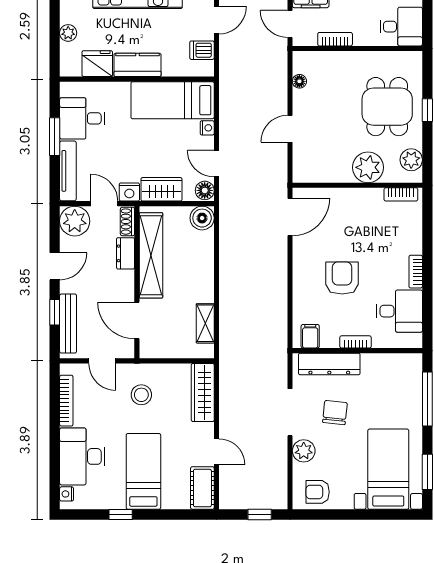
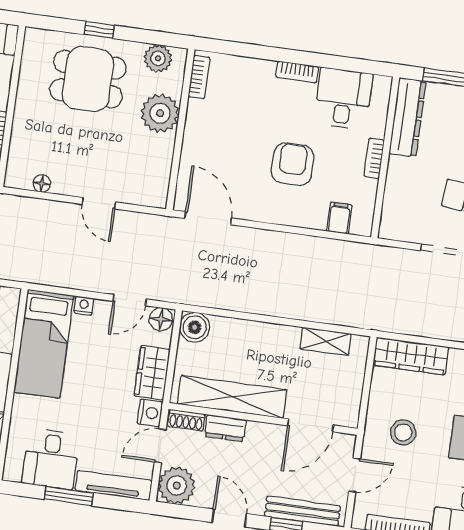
armchair: (342, 278) -> (293, 164), turned 90
filing cabinet: (310, 336) -> (339, 218), moved, turned 90
dresser: (329, 364) -> (408, 117), moved

